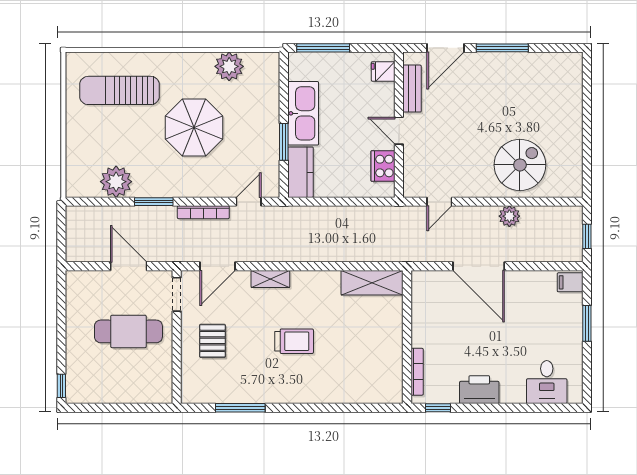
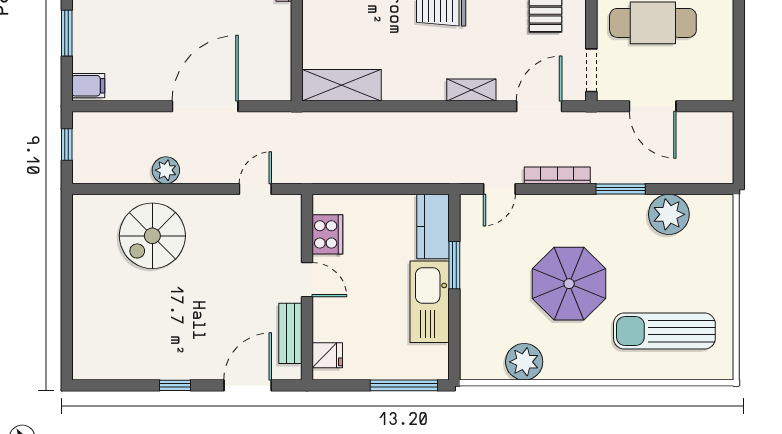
window: (502, 48) -> (175, 385), width x0.46
sun lounger: (119, 90) -> (664, 331), turned 180
door: (479, 266) -> (205, 106), hinge flipped

